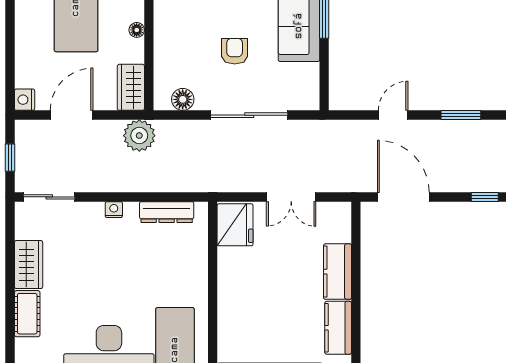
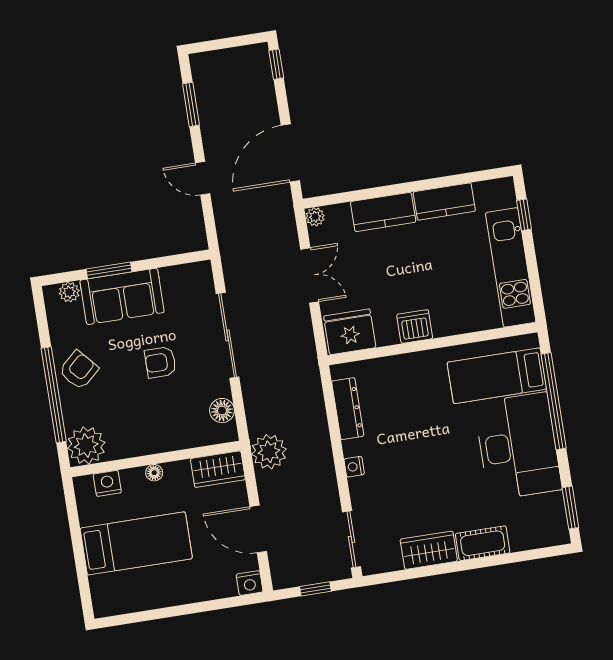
plant: (343, 210) -> (315, 217), added
dishwasher: (231, 284) -> (415, 326), added

